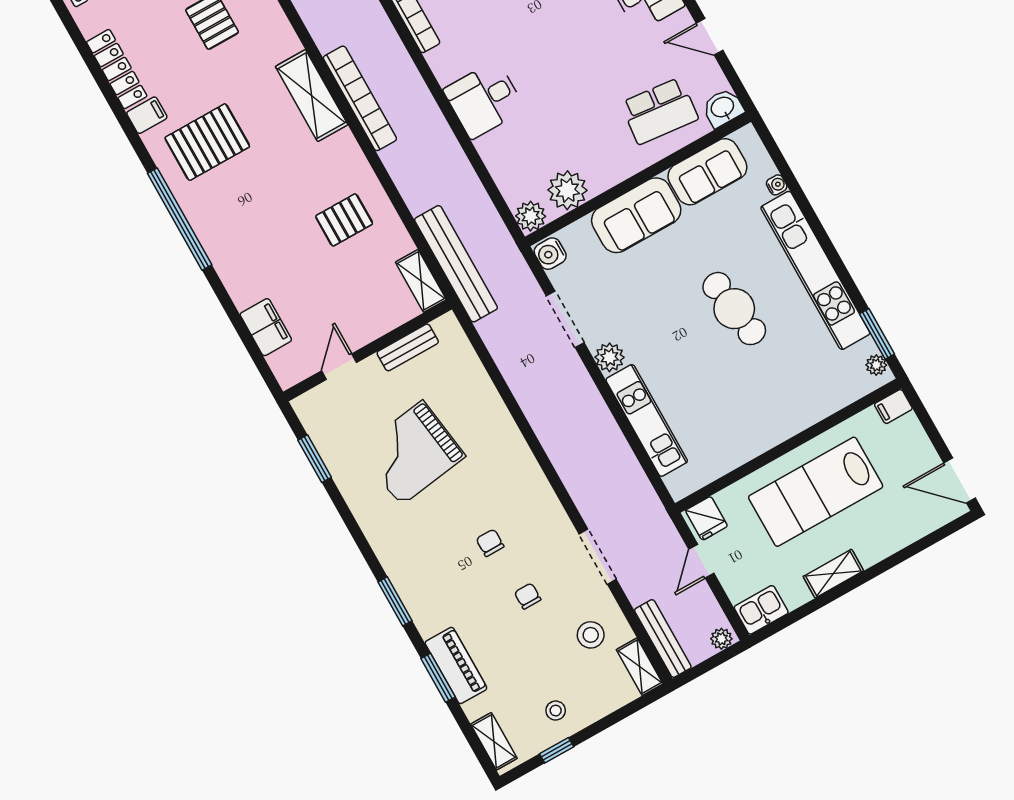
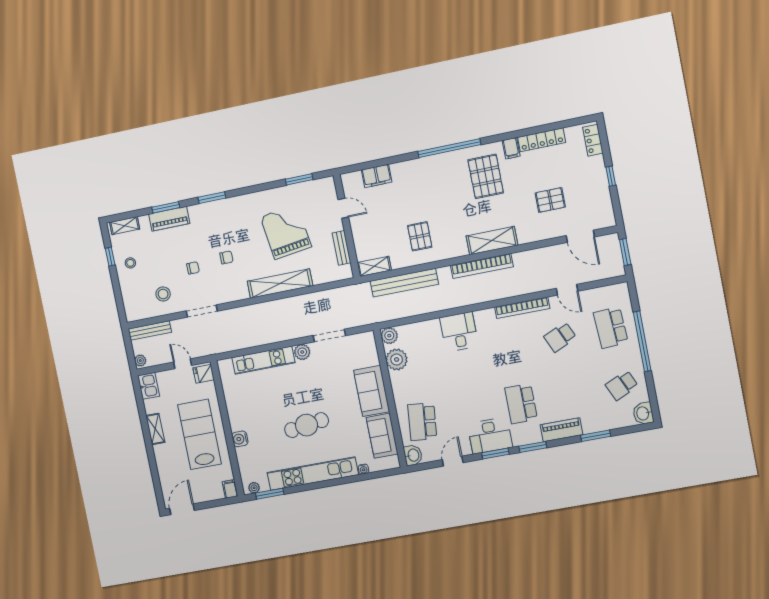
water cooler: (550, 254) -> (240, 439), moved, turned -90
bench: (456, 264) -> (404, 283), moved
shelving: (640, 667) -> (280, 284), moved, width x2.20, depth x1.33

